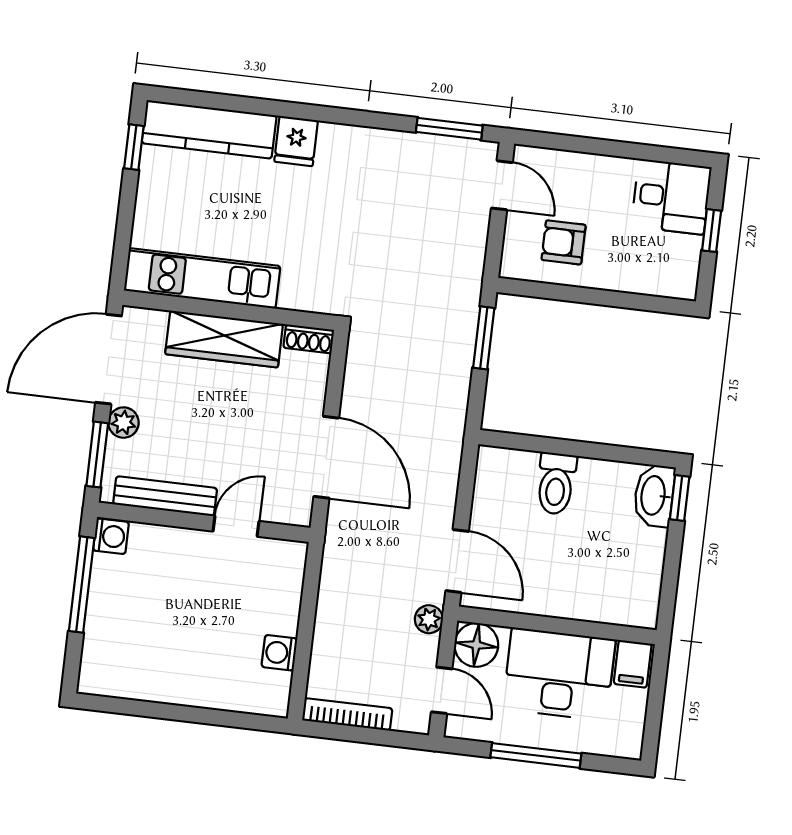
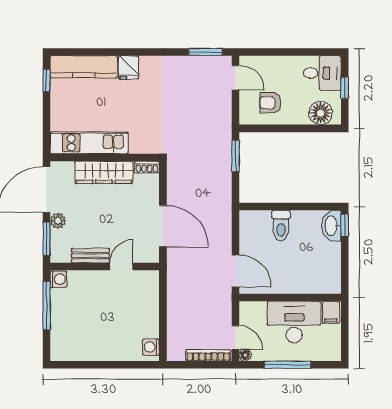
floor lamp: (659, 274) -> (321, 113), added
bench: (165, 496) -> (90, 256), width x0.73
plant: (429, 619) -> (225, 302), removed
floor lamp: (476, 645) -> (245, 355), moved, width x0.53, depth x0.53
washing machine: (279, 653) -> (151, 347), moved
bookcase: (347, 714) -> (208, 355), moved

